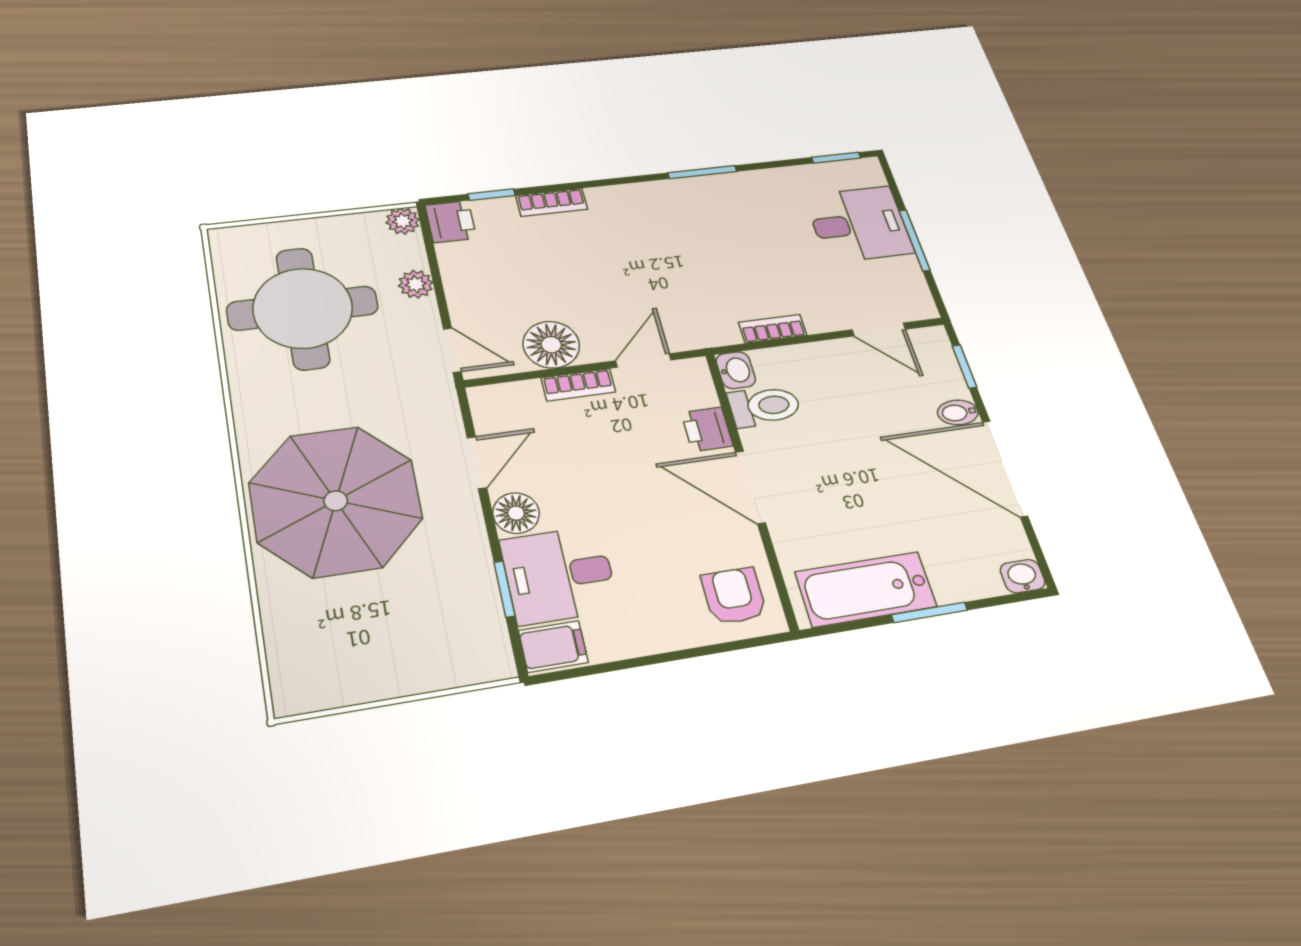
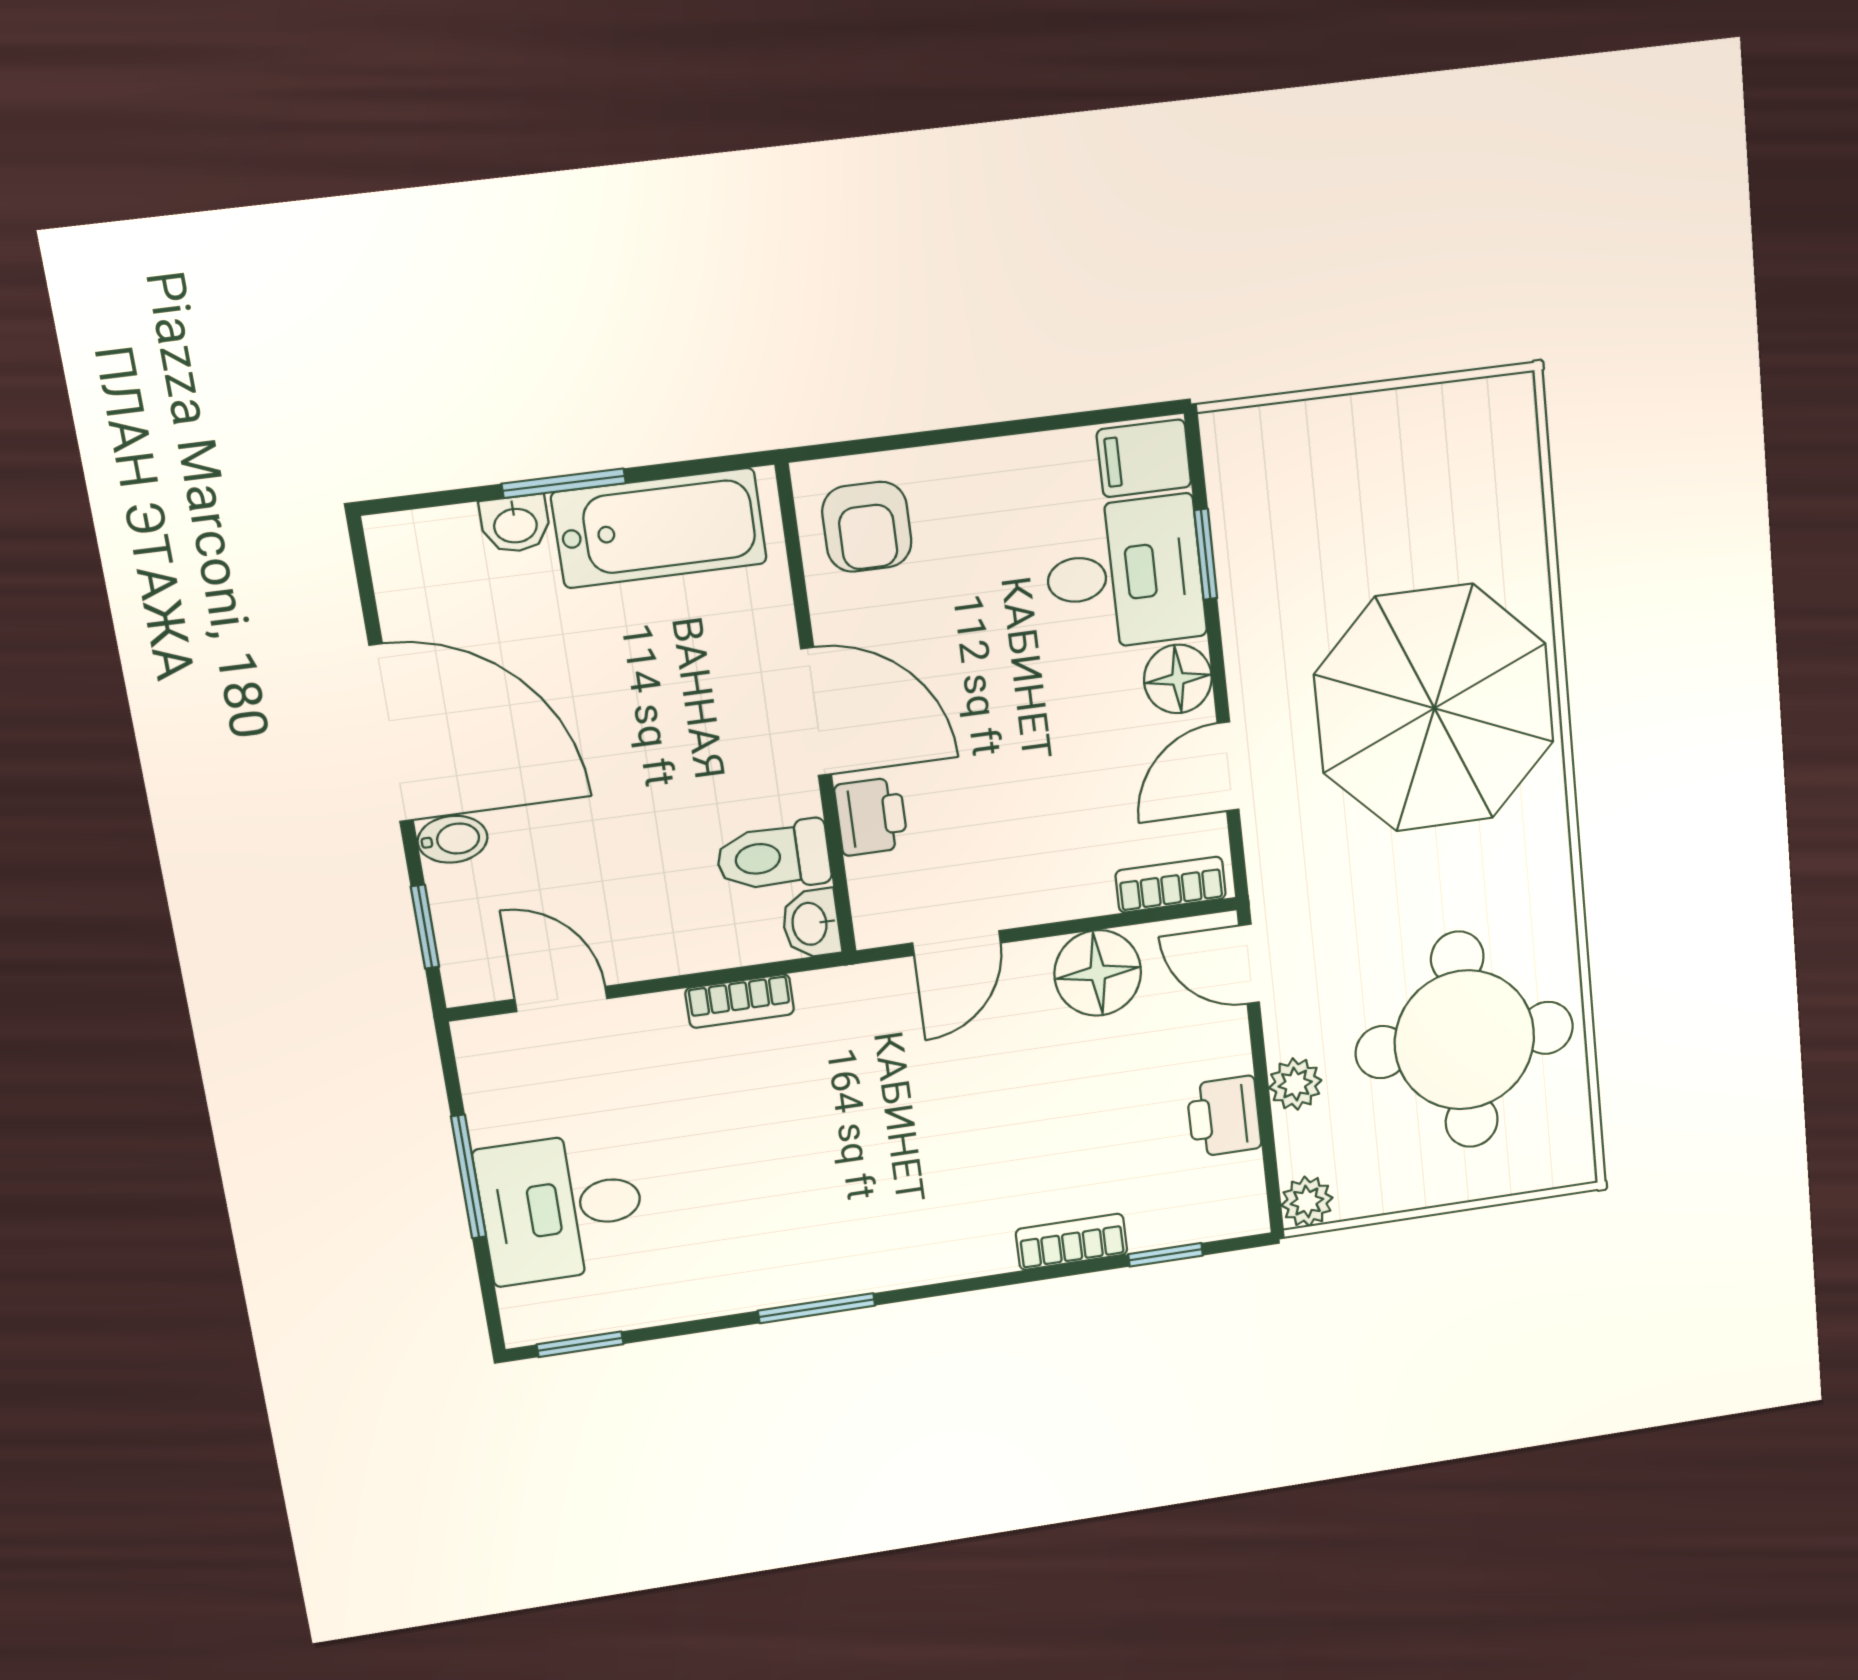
printer: (451, 222) -> (1224, 1116), moved
bookcase: (578, 385) -> (1171, 885), moved
washbasin: (1023, 576) -> (515, 524), moved

